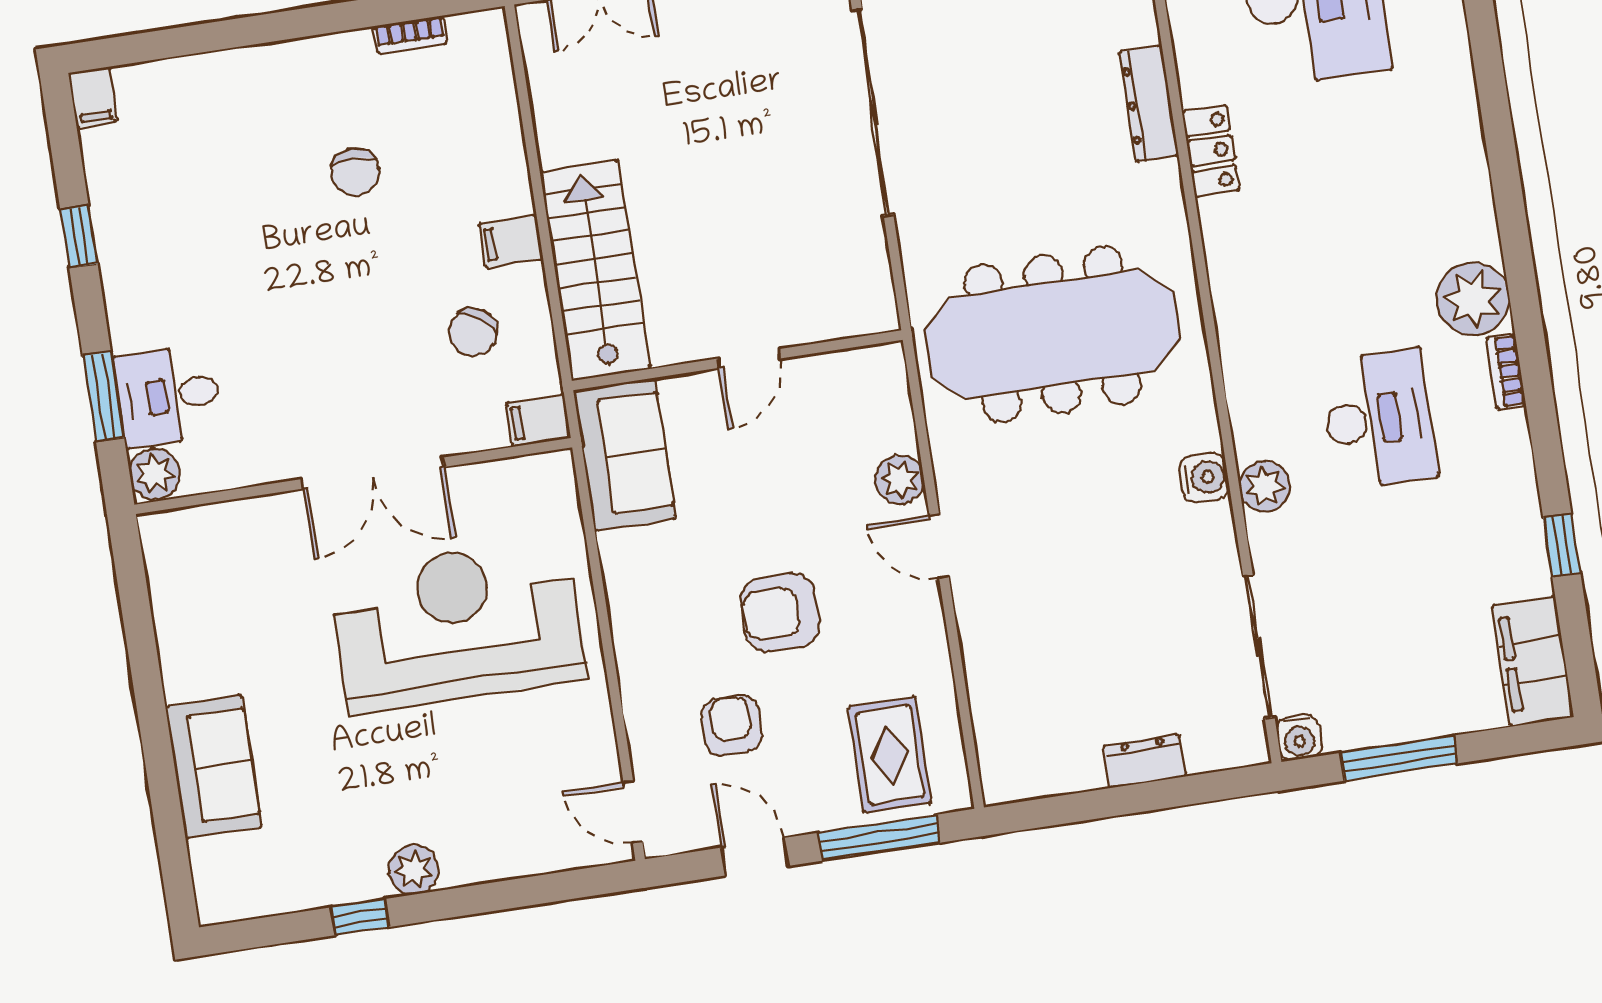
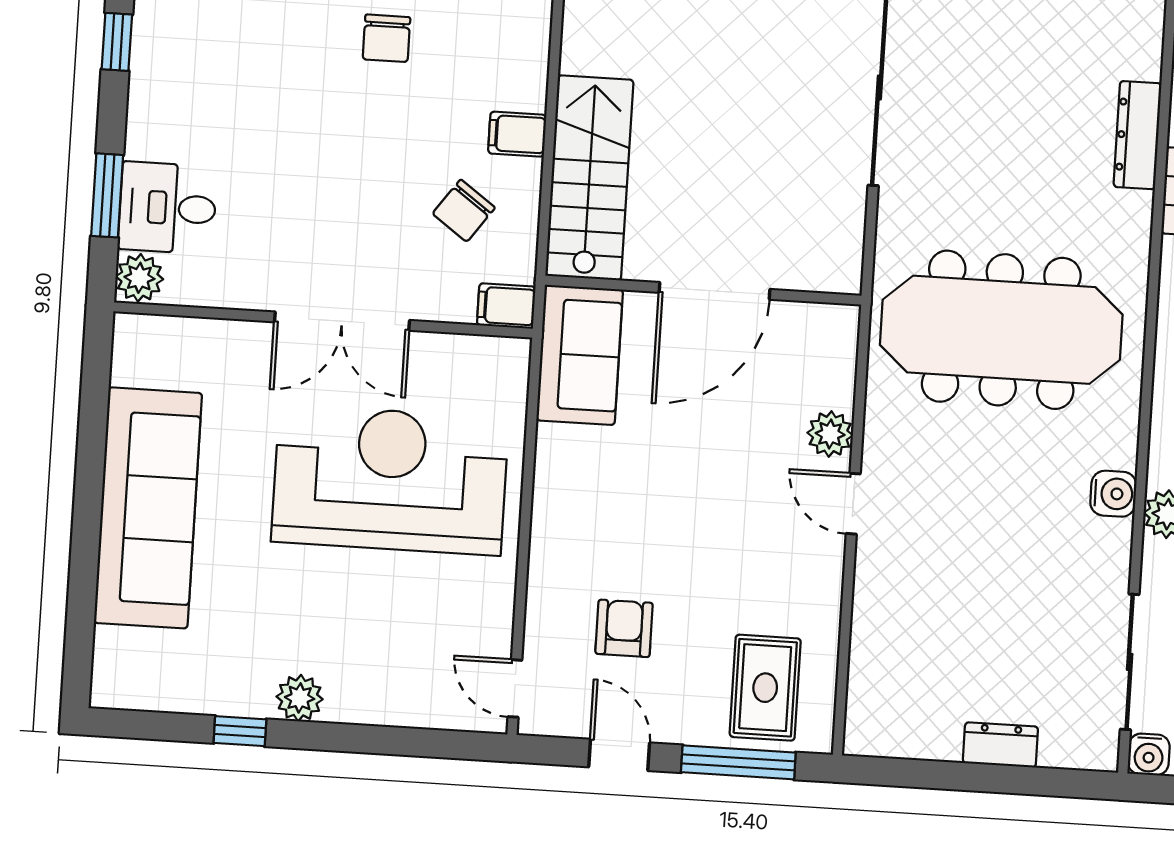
door: (749, 358) -> (715, 291), width x1.88
armchair: (780, 613) -> (692, 533), removed
sofa: (214, 767) -> (148, 508), width x1.85, depth x1.27

